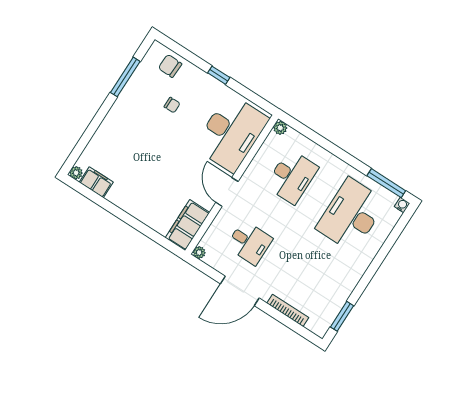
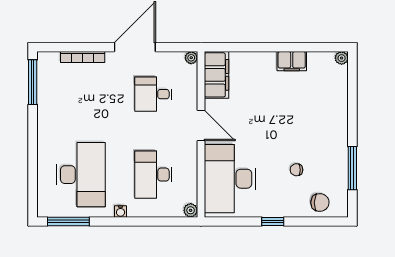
filing cabinet: (96, 182) -> (292, 61), moved
water cooler: (402, 205) -> (121, 211), moved
window: (342, 316) -> (33, 82), width x1.44

